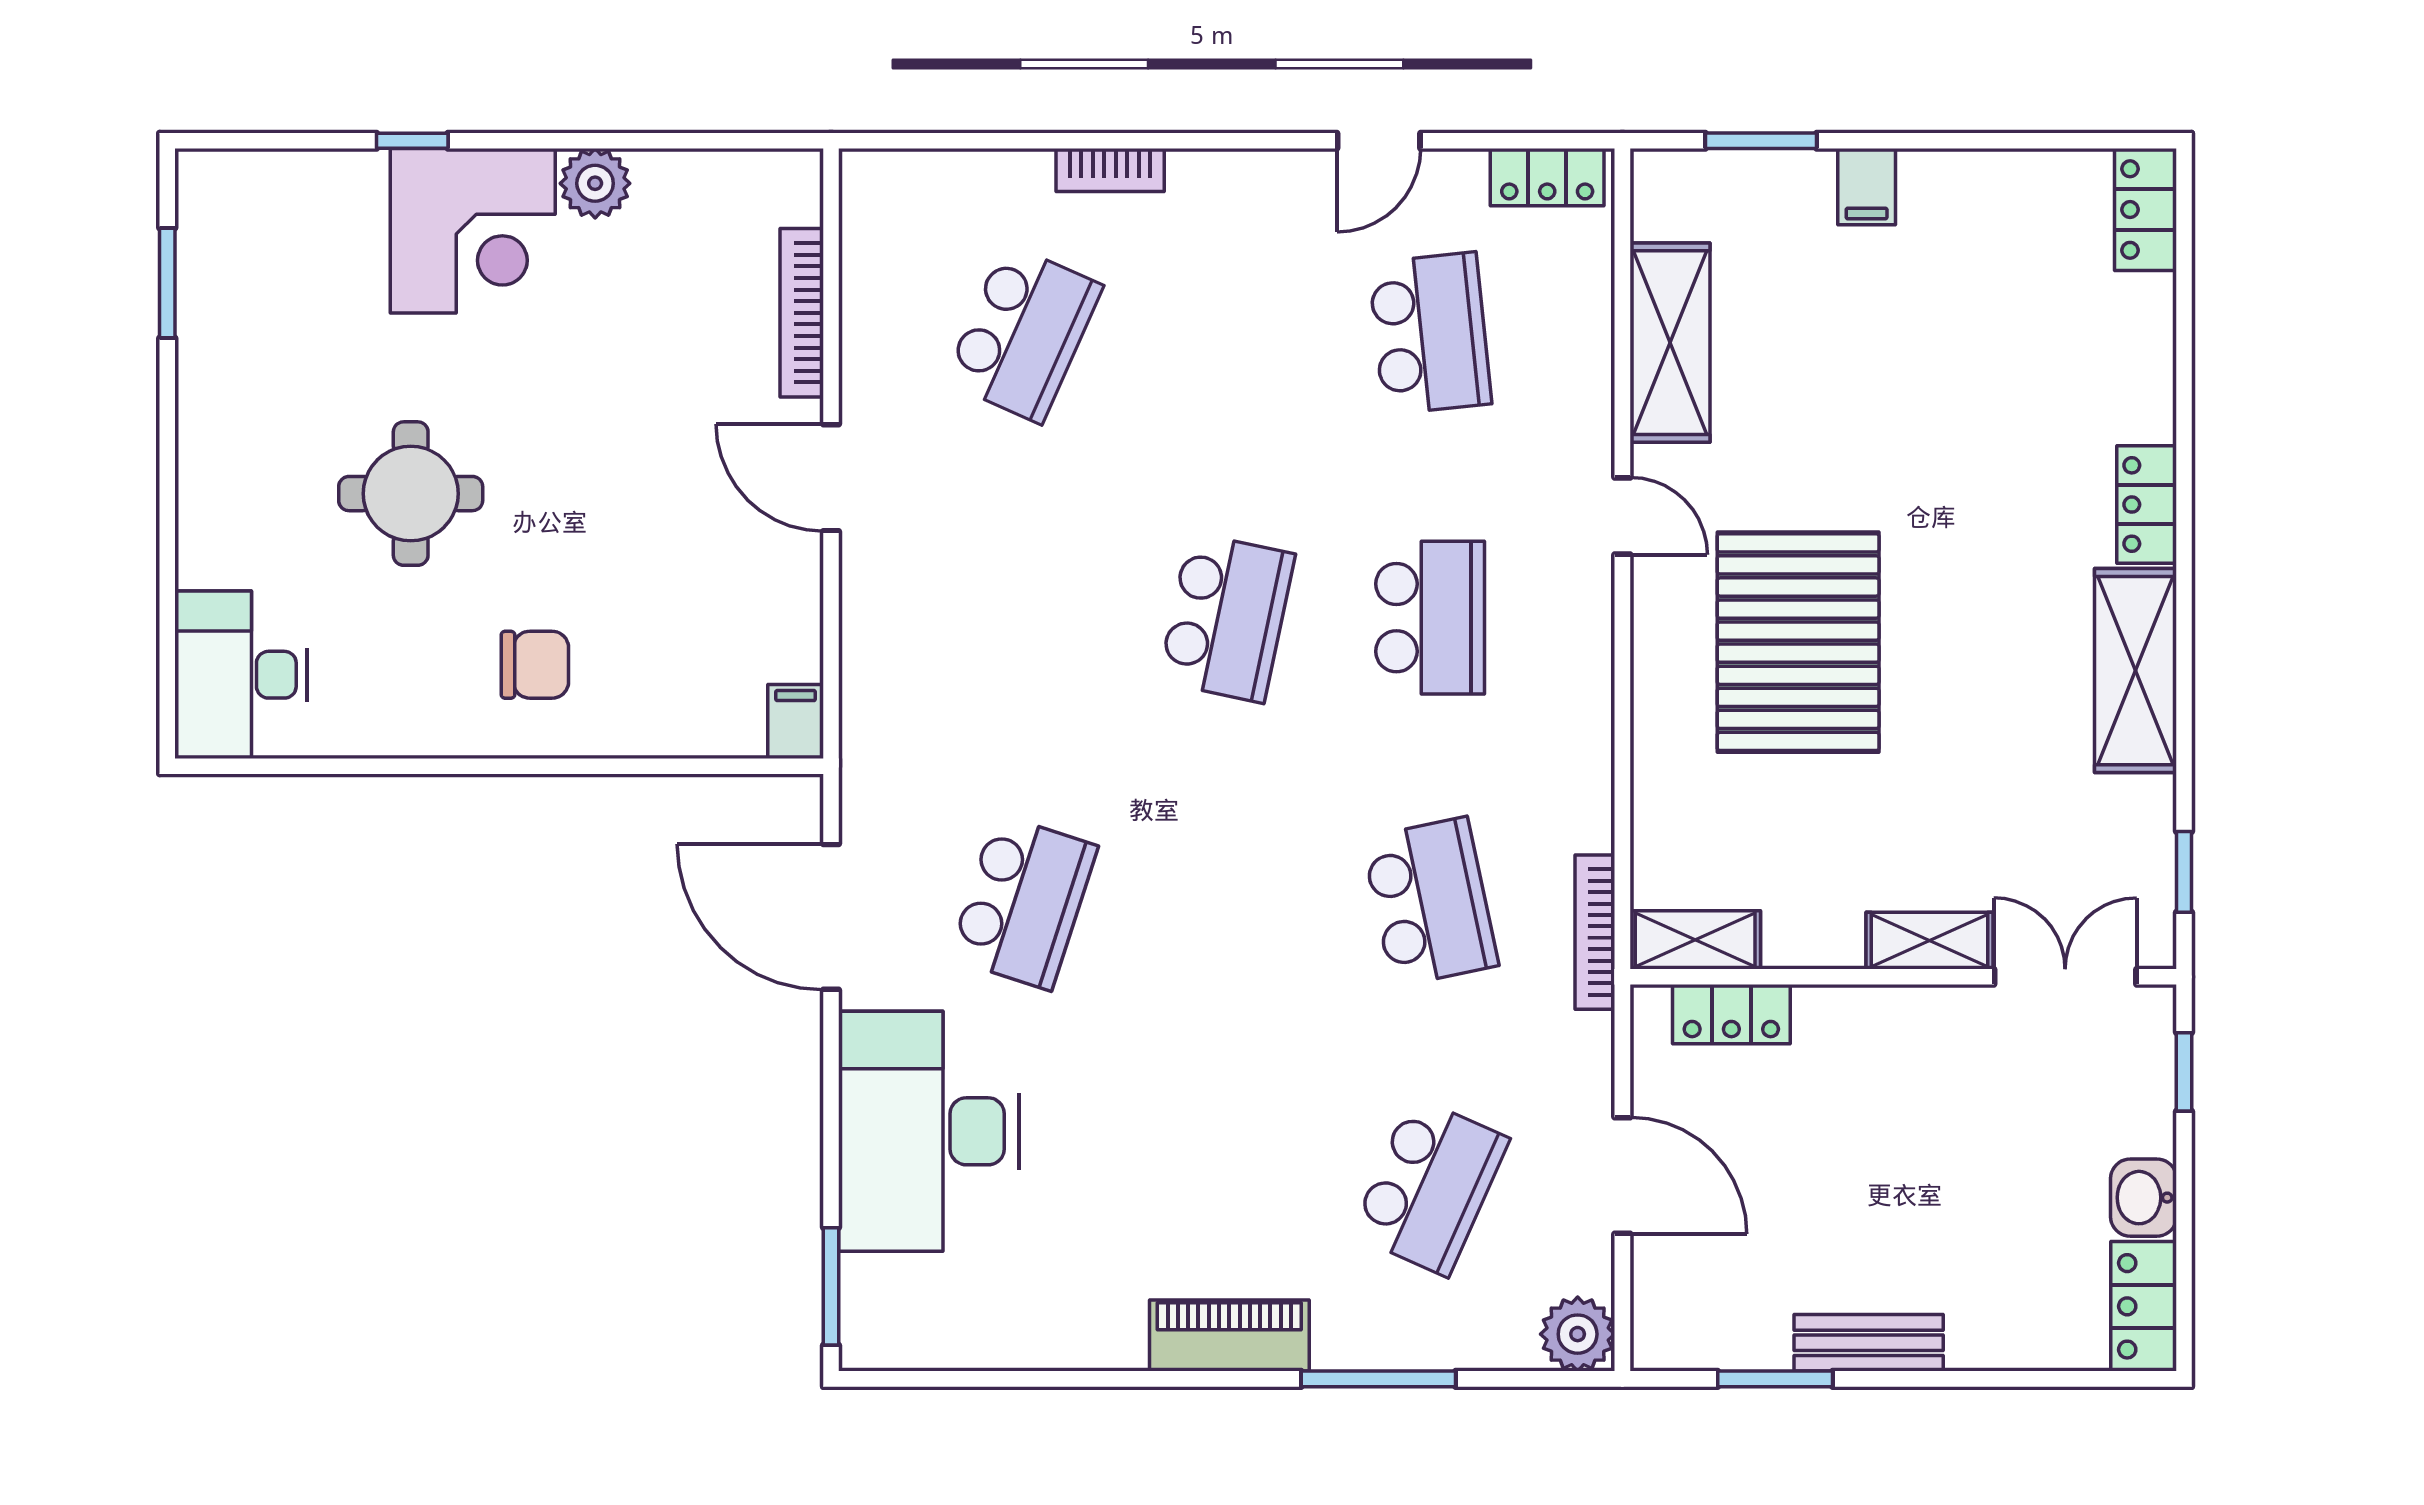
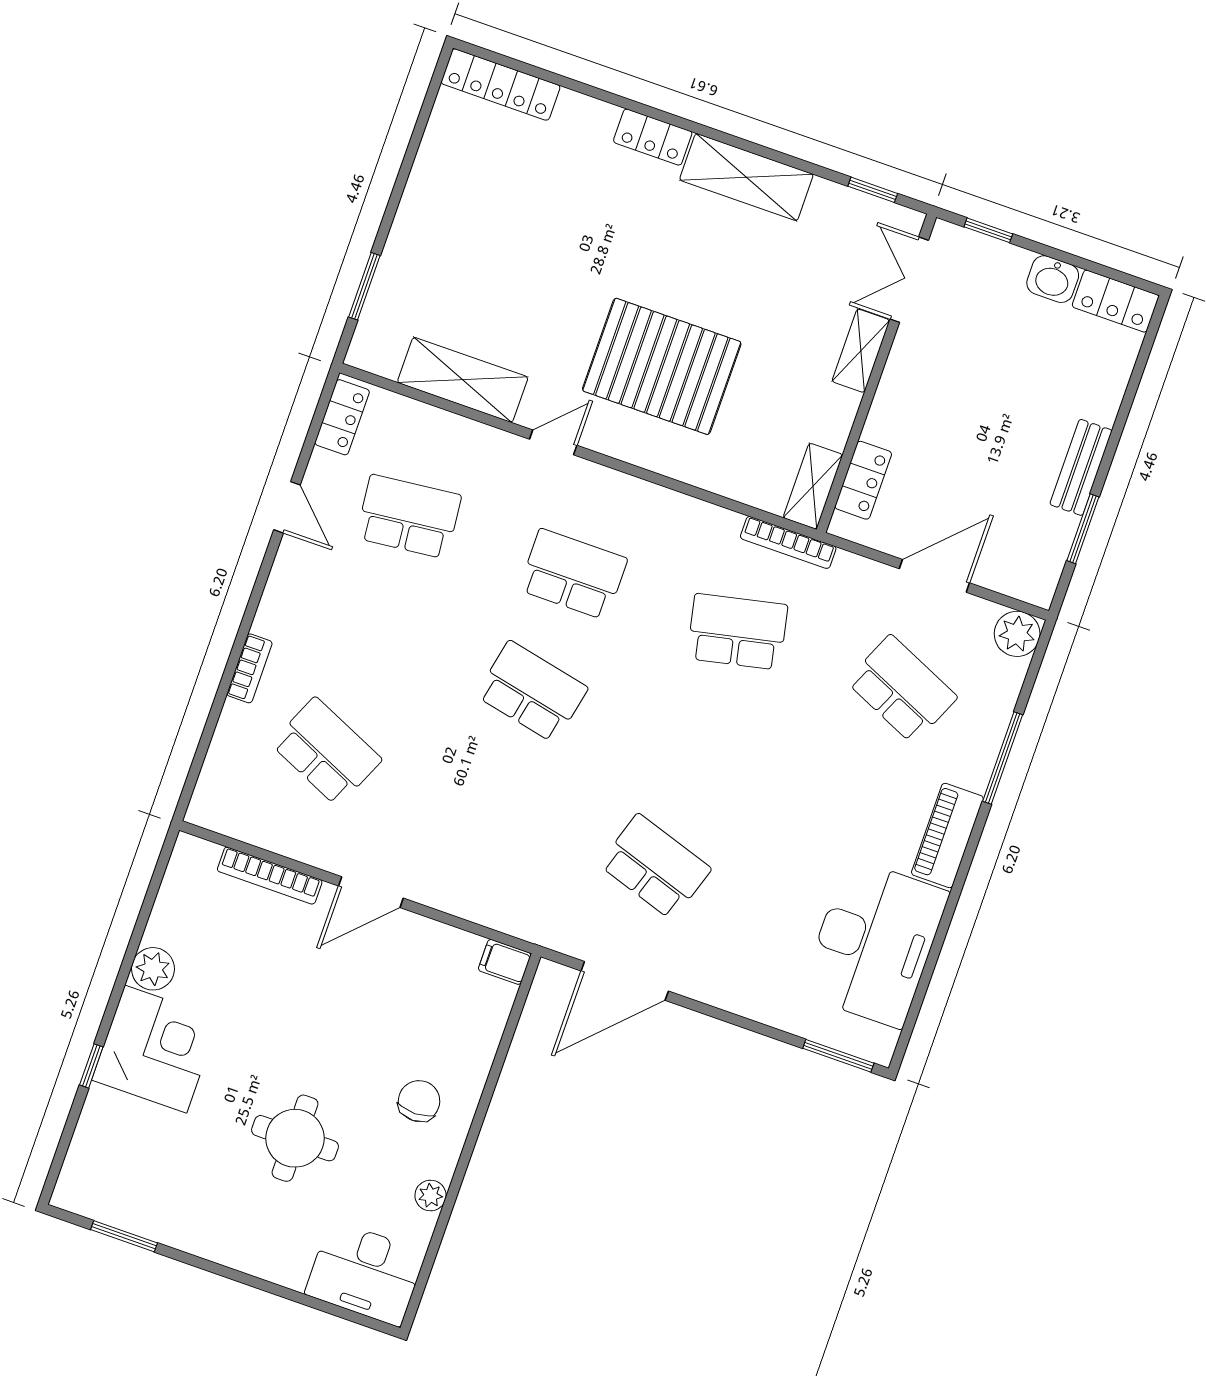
filing cabinet: (1867, 187) -> (412, 235), removed
locker: (2145, 210) -> (501, 85), width x1.53
plant: (396, 733) -> (431, 1195), added
desk: (929, 1131) -> (875, 943), moved, turned -90

